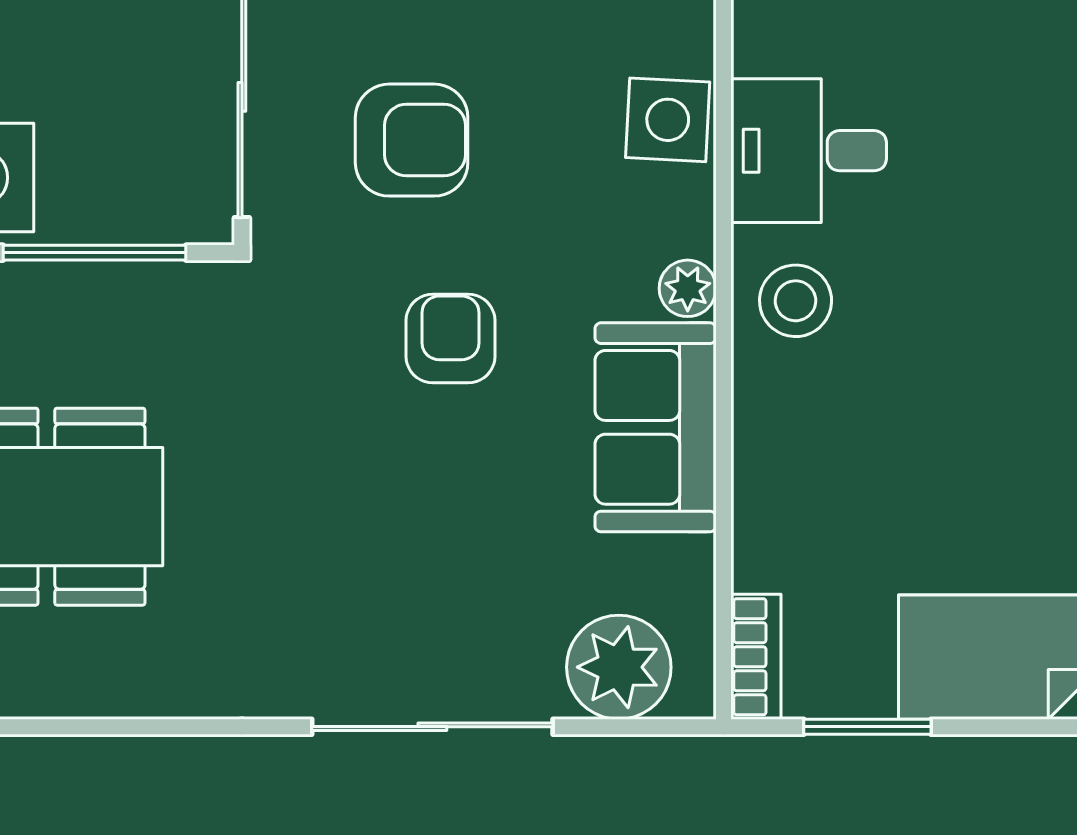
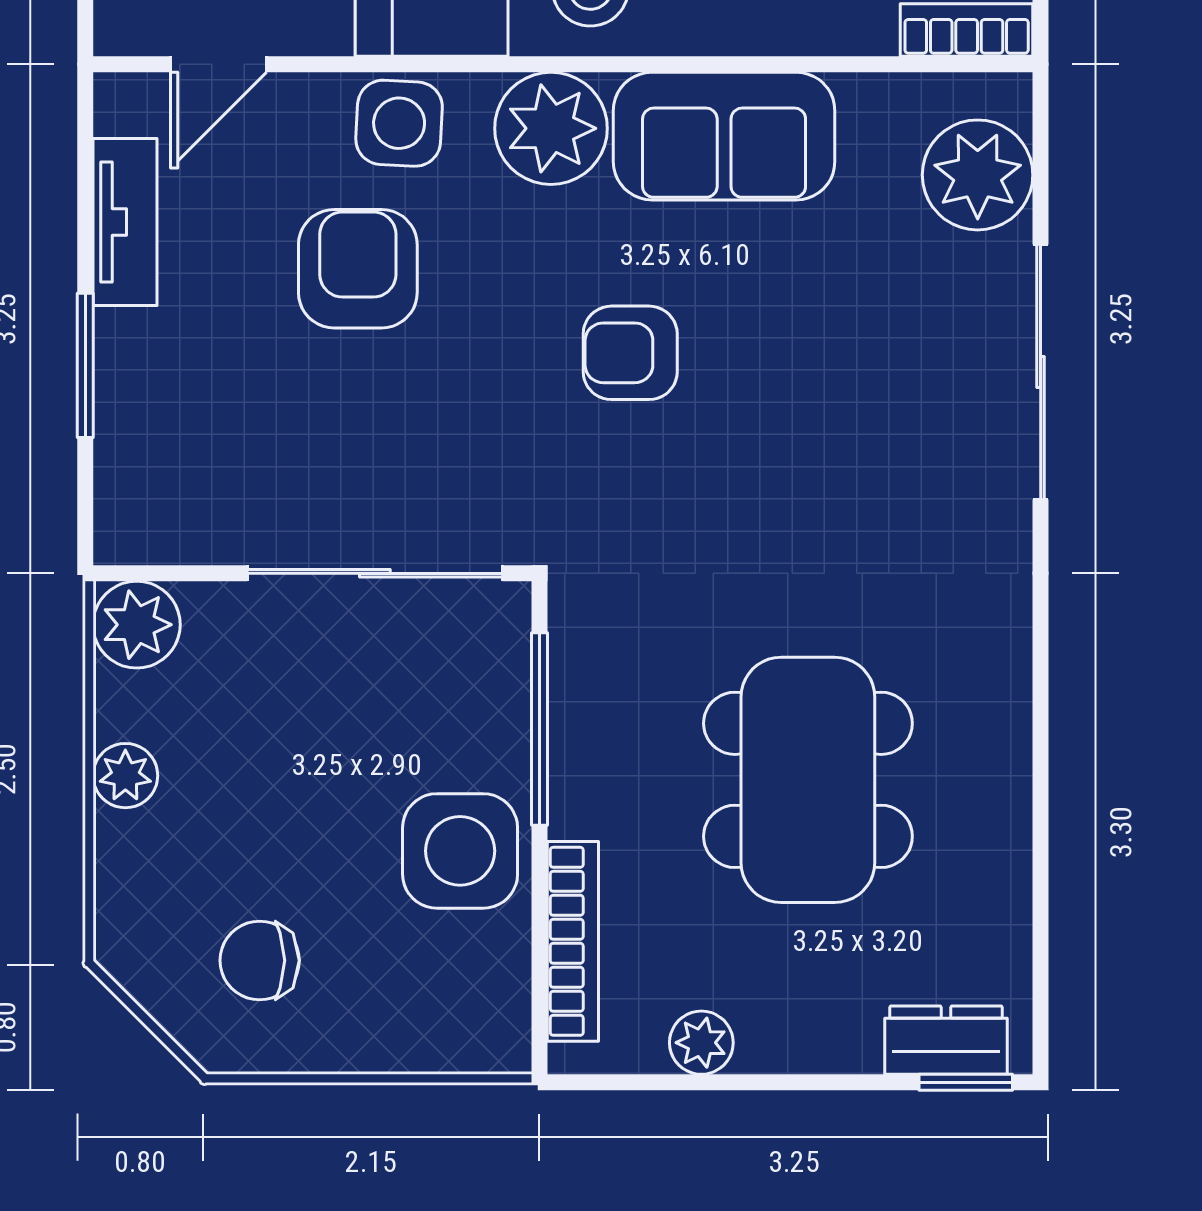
armchair: (412, 140) -> (358, 269), moved
plant: (688, 288) -> (551, 128), width x1.88, depth x1.88

